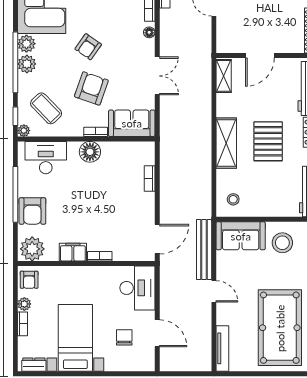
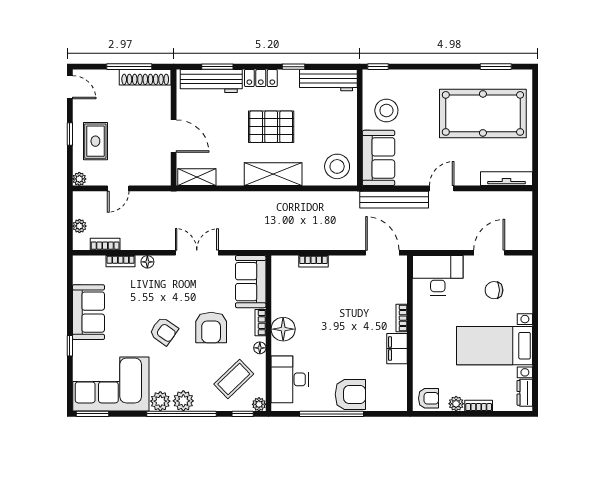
armchair: (91, 88) -> (211, 328), turned -109
floor lamp: (73, 131) -> (260, 348), added
stool: (233, 199) -> (337, 166), width x1.89, depth x1.89
plant: (32, 249) -> (393, 395), removed

